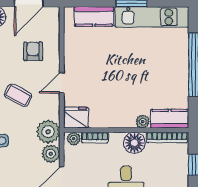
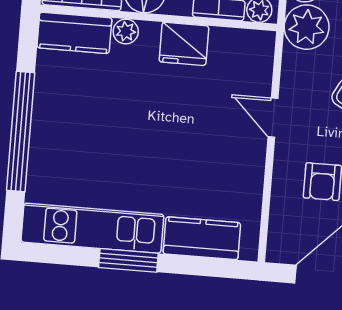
door: (62, 83) -> (273, 118), swing flipped
fridge: (76, 118) -> (184, 44), moved

